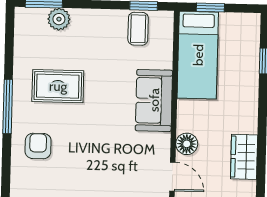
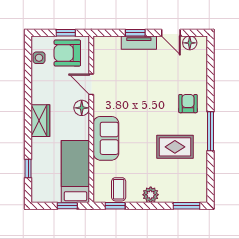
plant: (59, 19) -> (151, 195), moved
armchair: (38, 146) -> (188, 104), turned 180
wardrobe: (244, 157) -> (40, 121), moved

